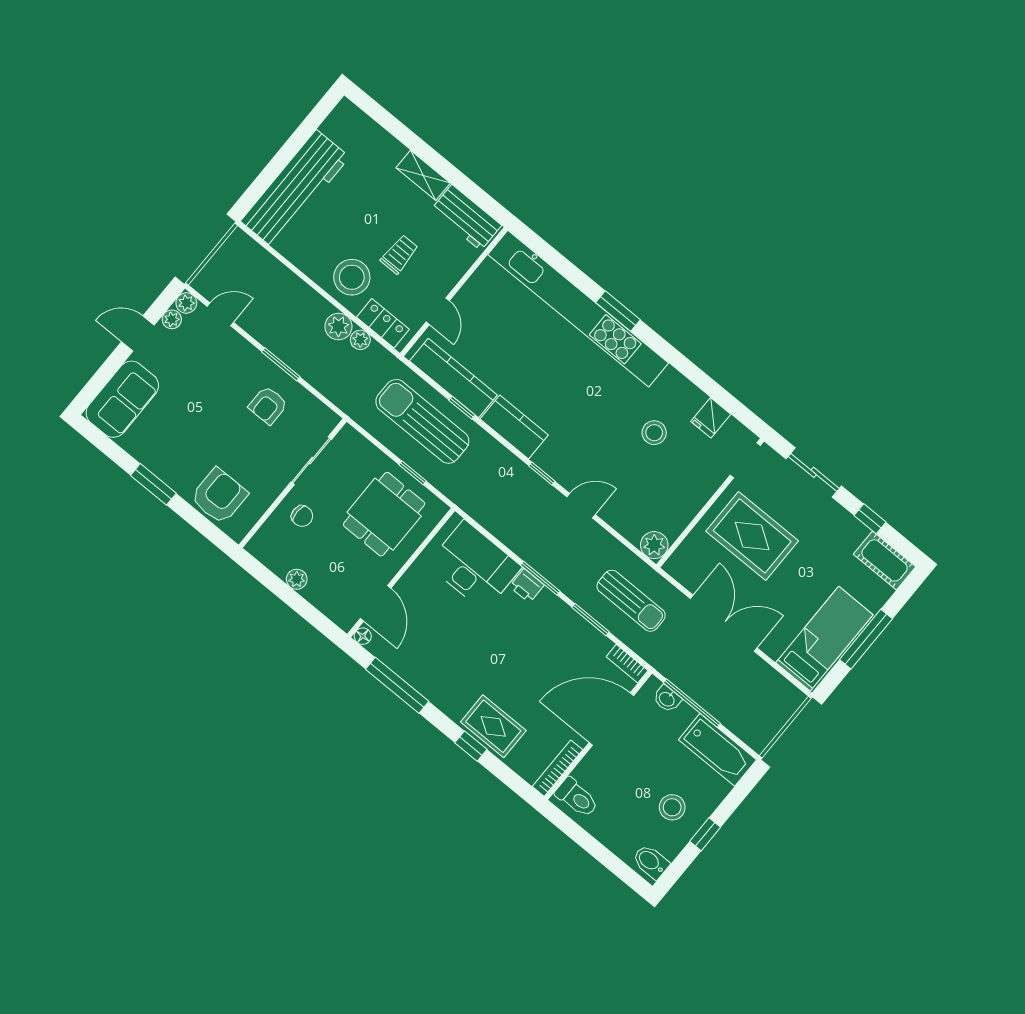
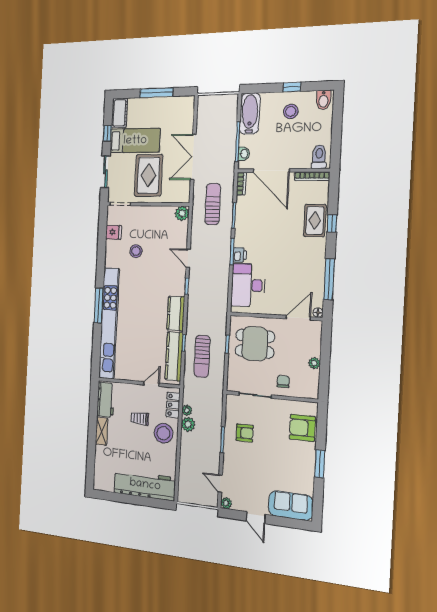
window: (618, 311) -> (99, 306), width x1.44
plant: (172, 319) -> (238, 505), removed
sun lounger: (422, 421) -> (202, 356), width x0.73, depth x0.75
bed: (824, 639) -> (135, 141), moved, turned 180

